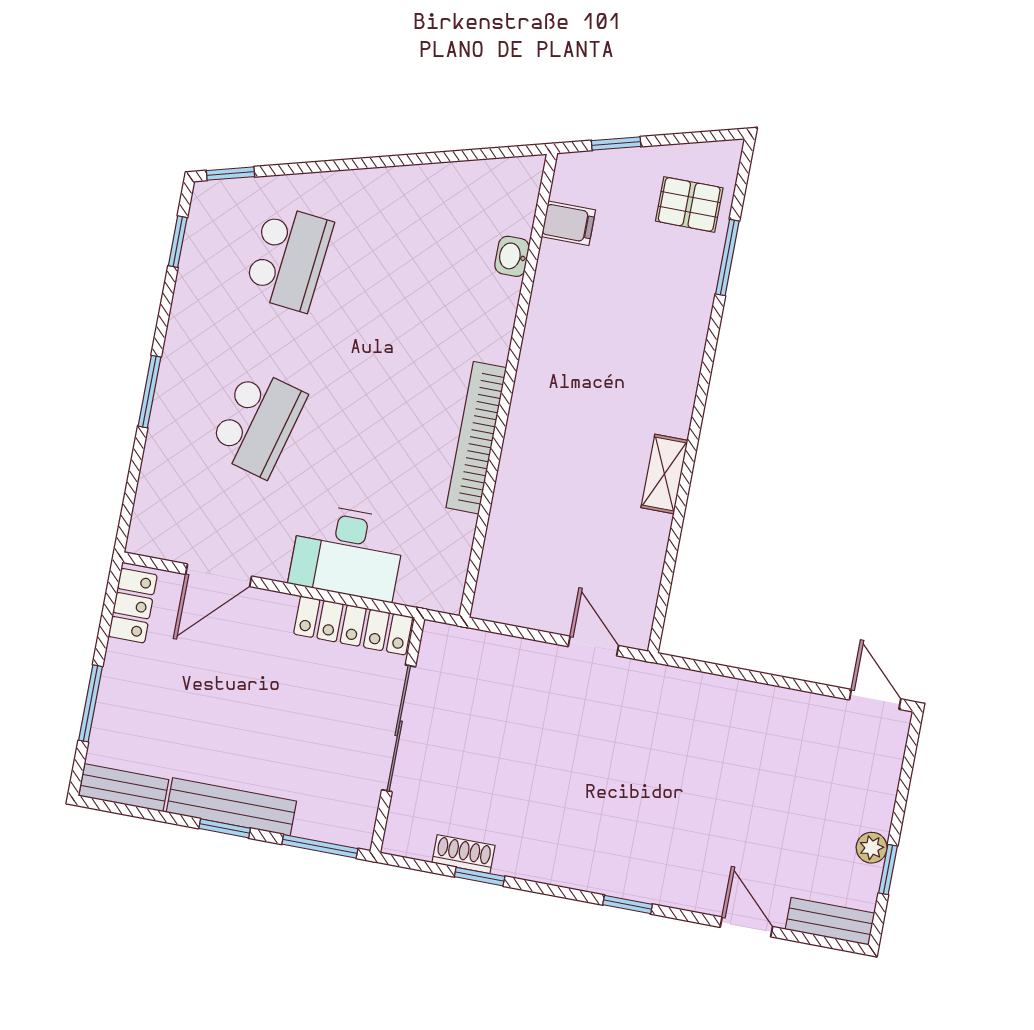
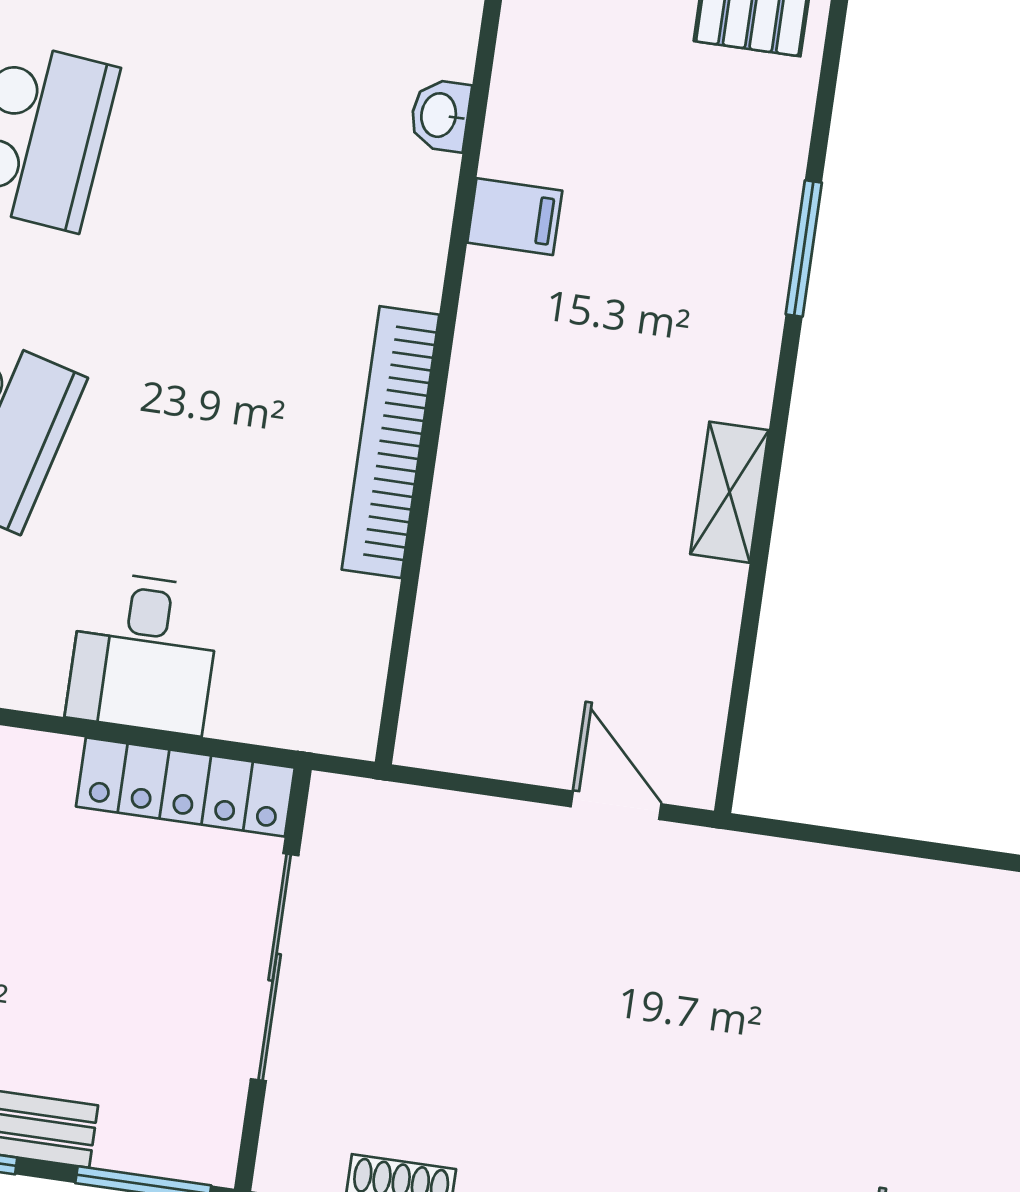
filing cabinet: (568, 223) -> (515, 217), moved
window: (727, 257) -> (804, 249), moved
desk: (347, 552) -> (144, 653), width x0.73

